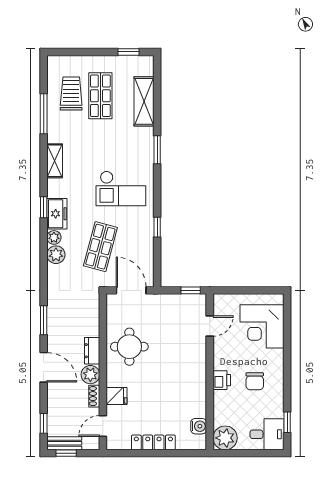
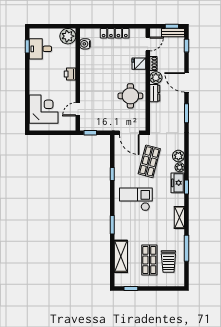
chair: (255, 381) -> (48, 73), removed
desk: (267, 434) -> (40, 49), moved

